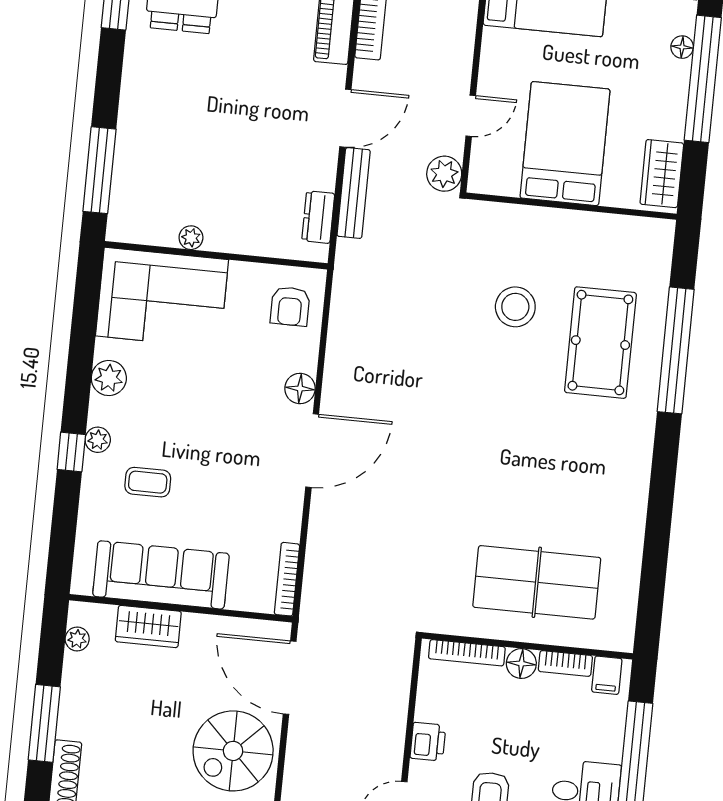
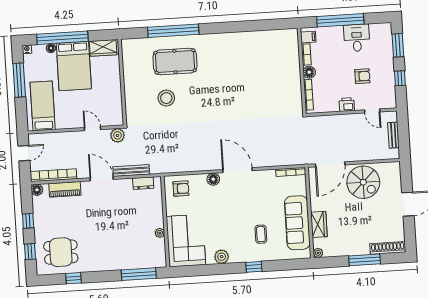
bed: (565, 144) -> (74, 66), moved, turned -90
plant: (98, 440) -> (247, 257), removed
table tennis table: (537, 582) -> (276, 71), removed
plant: (77, 639) -> (318, 253), moved

